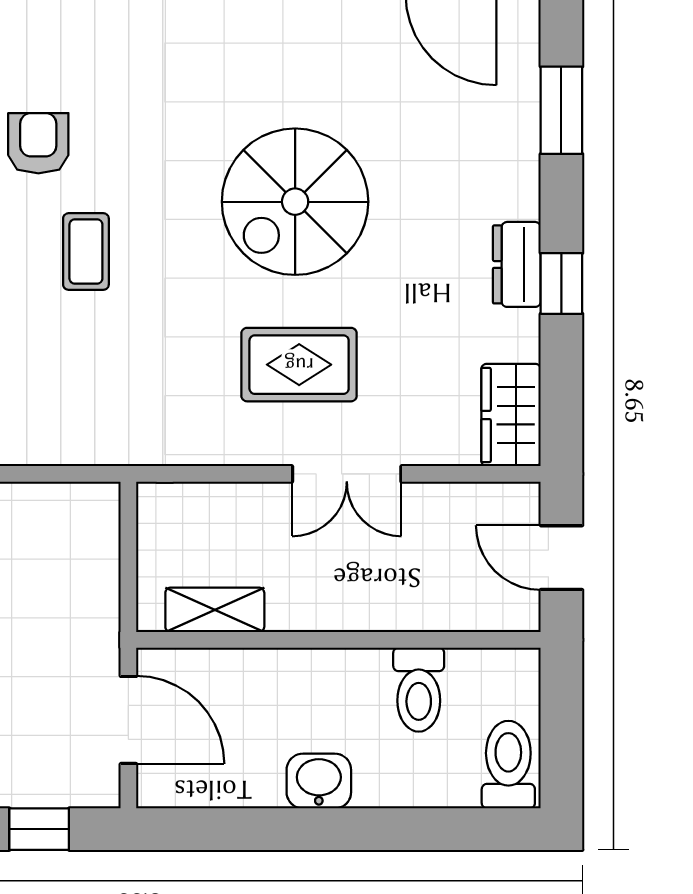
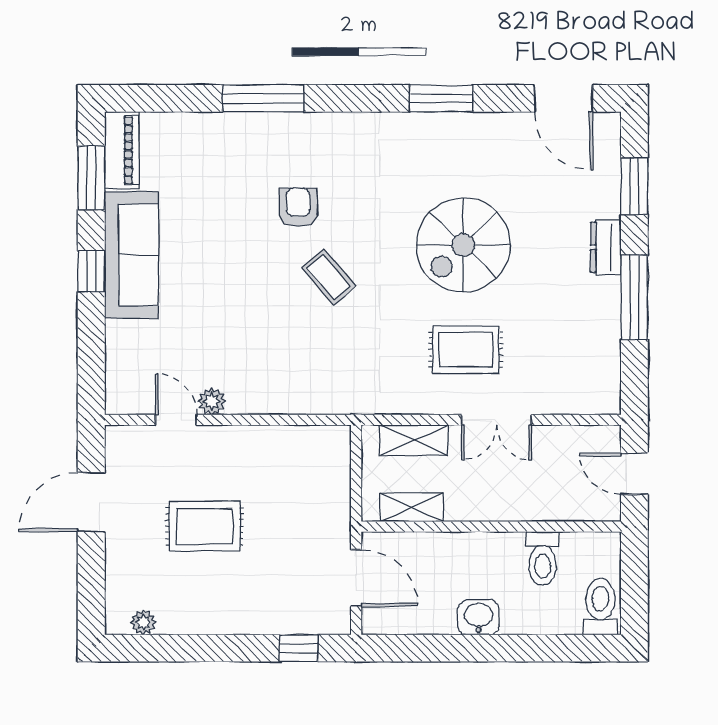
coffee table: (86, 252) -> (329, 277), turned -41
dresser: (517, 264) -> (606, 247), moved
window: (561, 283) -> (634, 297), width x2.17
wardrobe: (511, 415) -> (602, 382), removed
shelving: (218, 506) -> (414, 440), added

